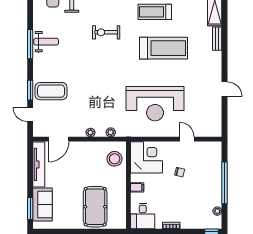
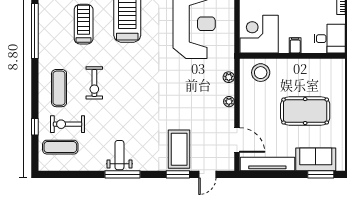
treadmill: (155, 12) -> (84, 24), turned 180
exercise bike: (106, 32) -> (94, 83), moved
pool table: (95, 207) -> (305, 111), moved

